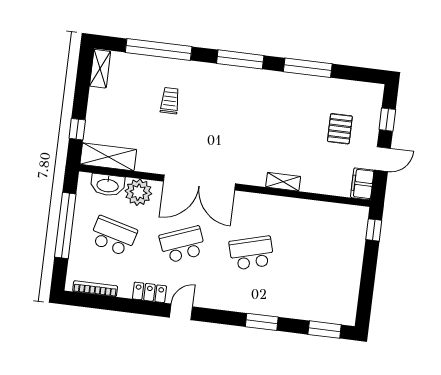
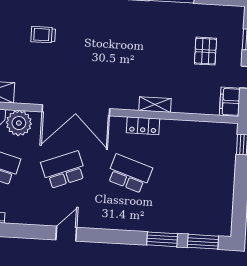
trolley: (170, 101) -> (43, 35), turned -90
school desk: (251, 253) -> (129, 174), turned 33
locker: (149, 292) -> (143, 126), moved, turned 180
window: (262, 322) -> (162, 239), moved

